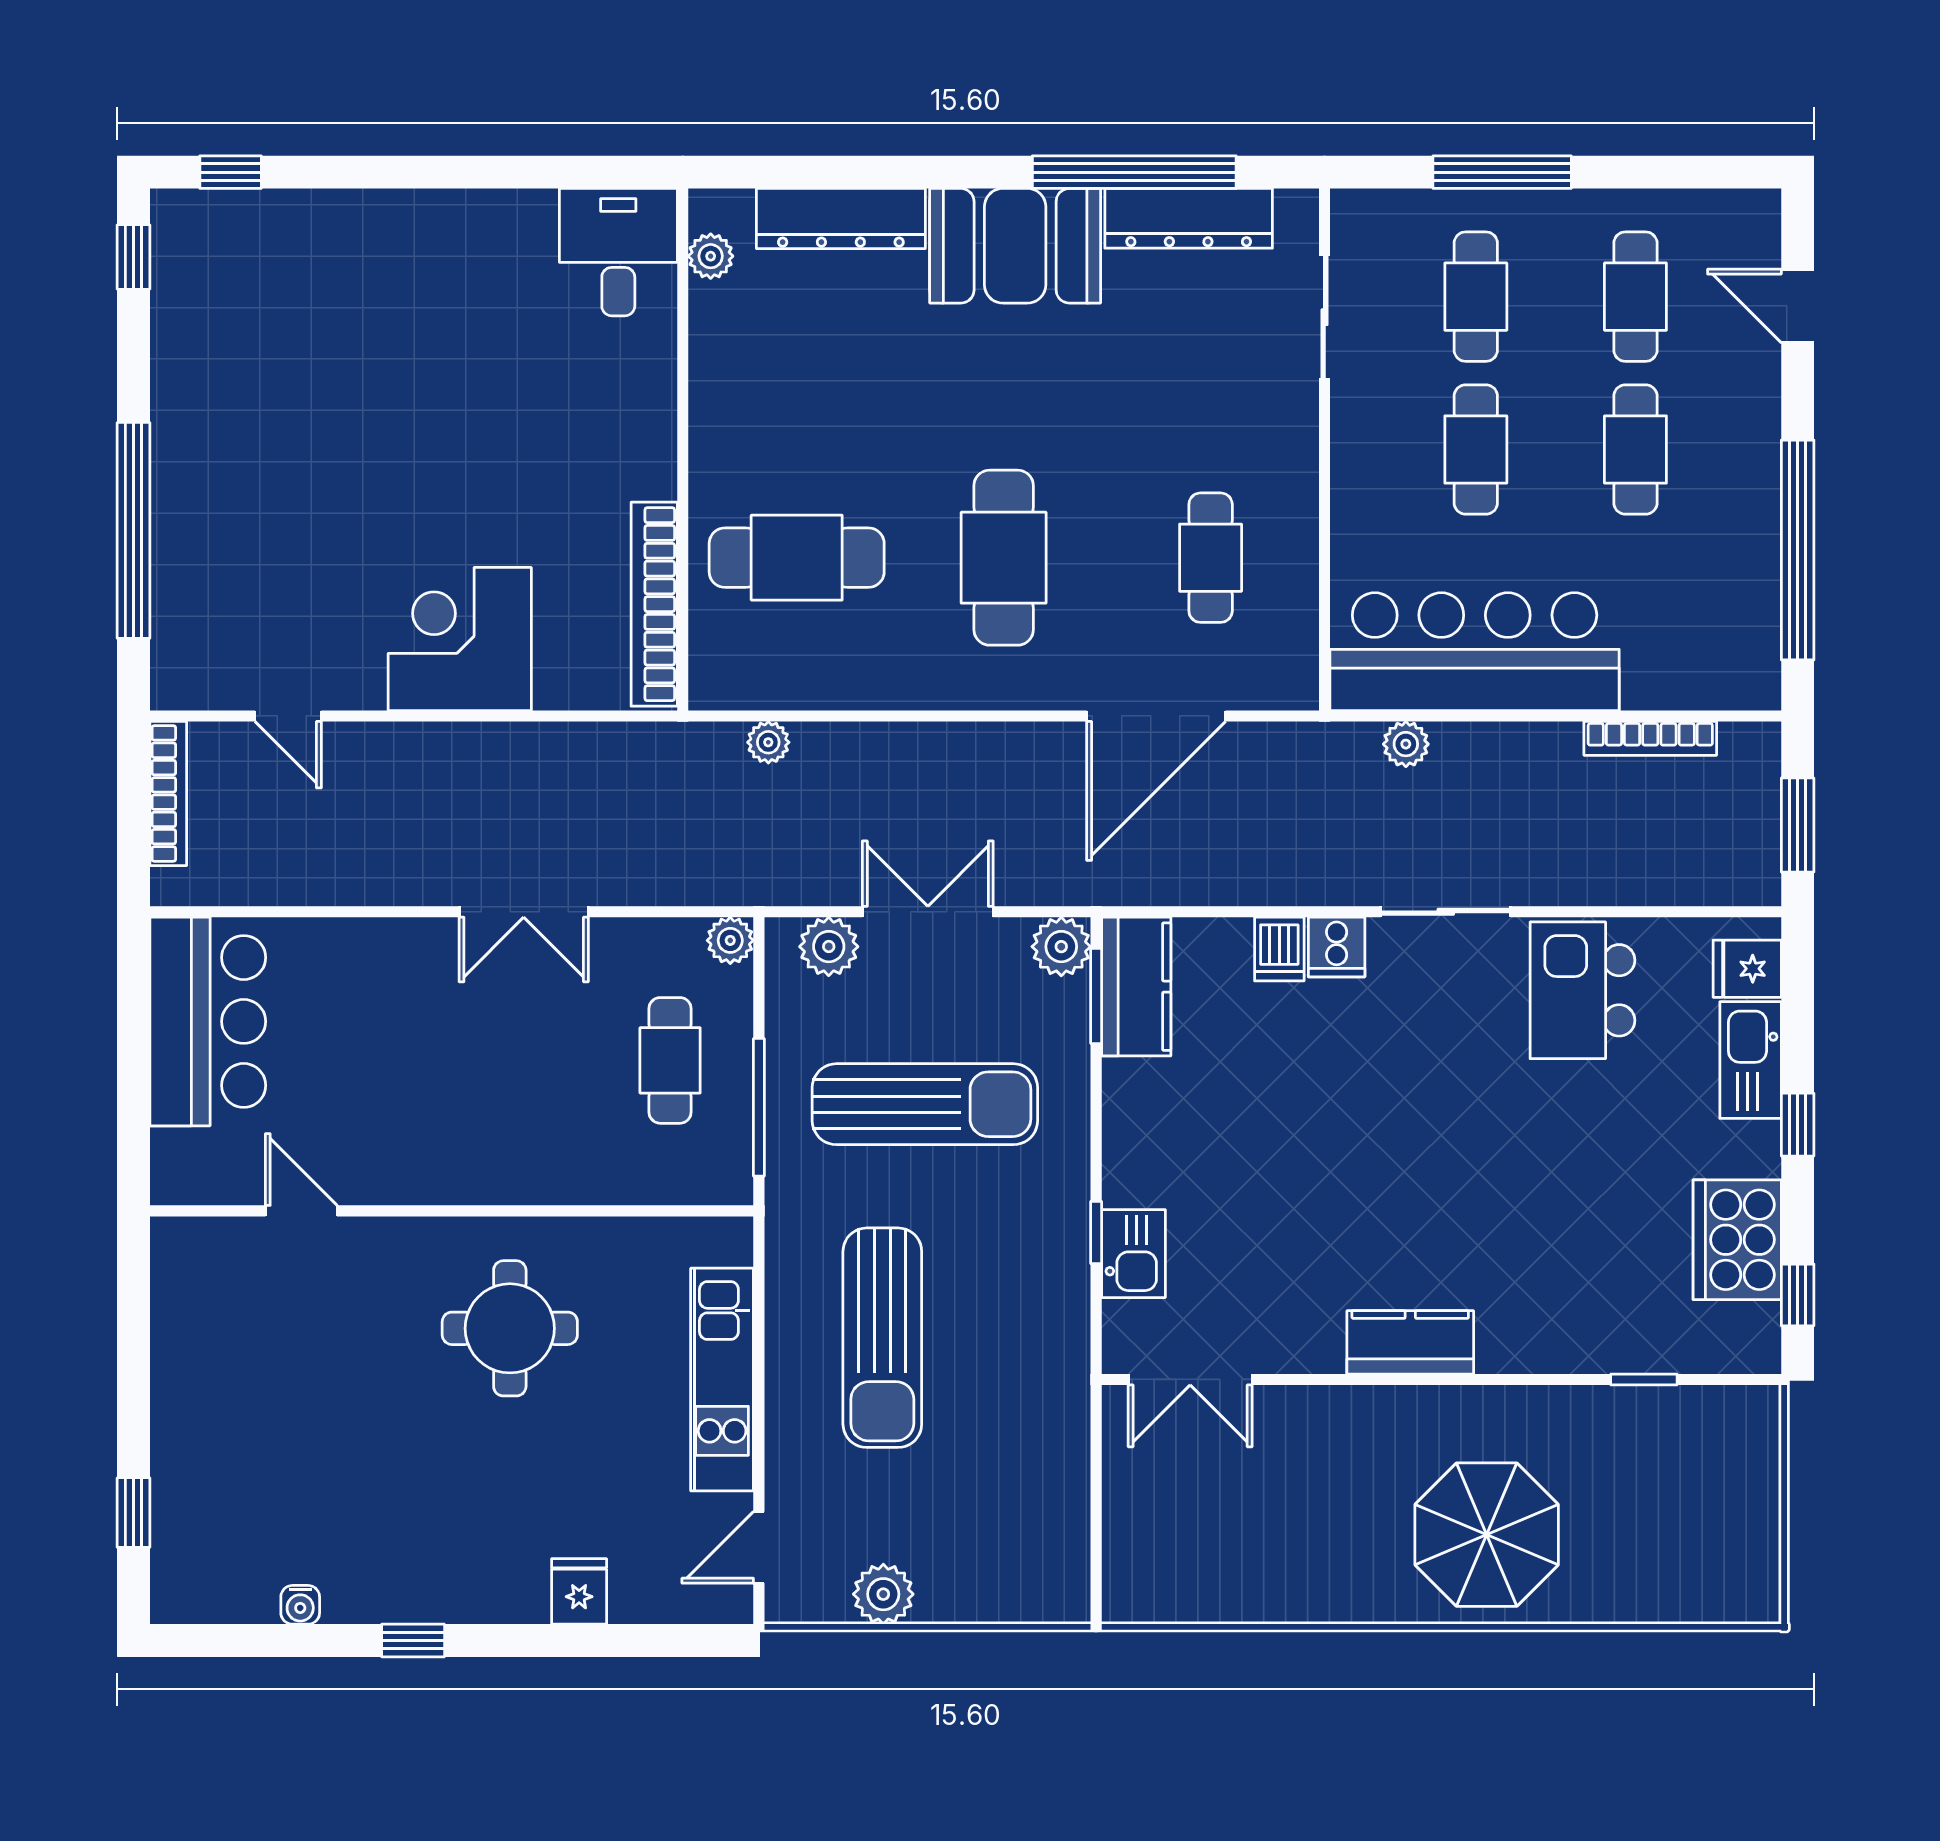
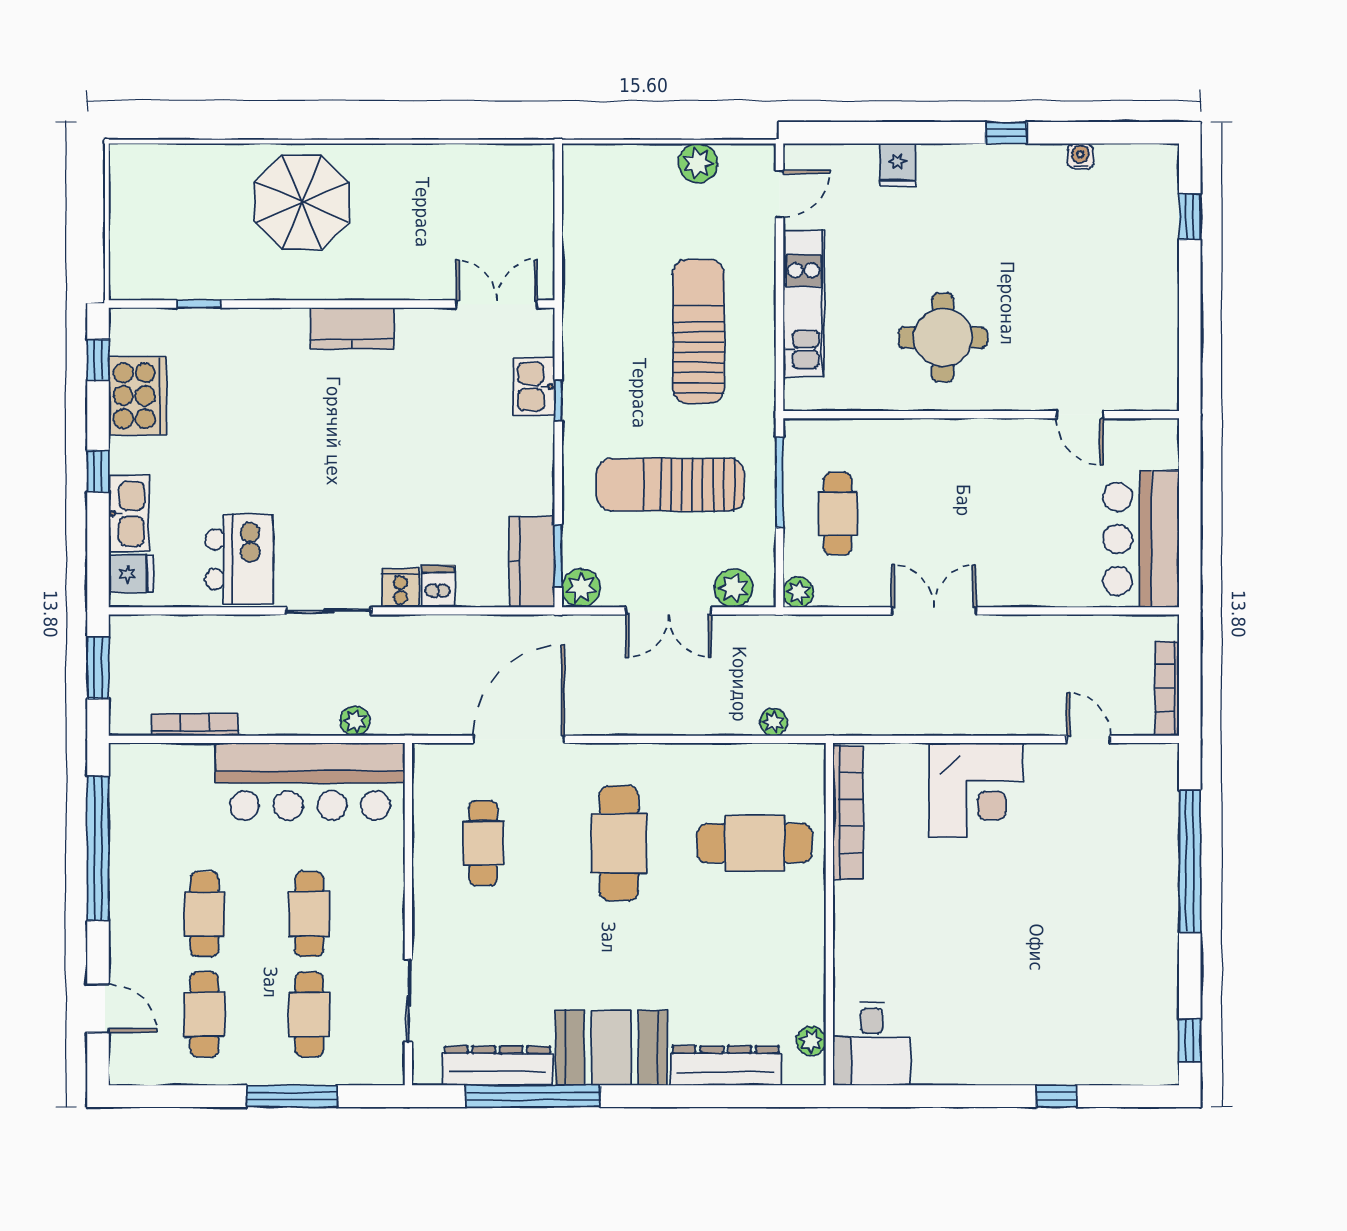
window: (231, 172) -> (1056, 1096), moved

